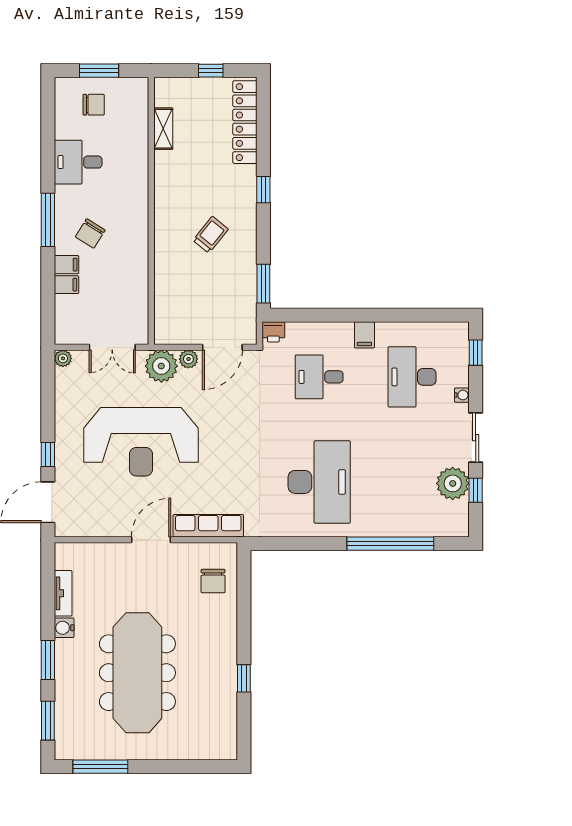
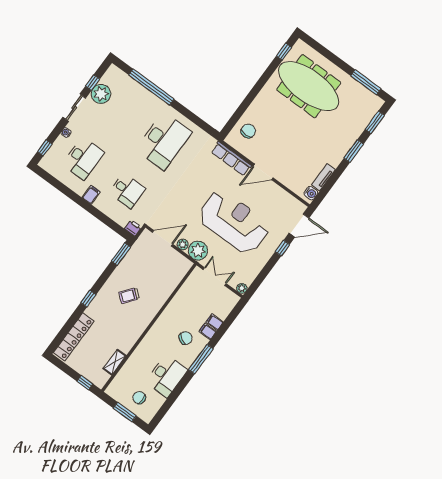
window: (211, 71) -> (85, 383), moved
desk: (78, 162) -> (166, 376), width x1.37
desk: (319, 482) -> (164, 141), turned 180
water cooler: (64, 628) -> (311, 193), moved
meeting table: (137, 673) -> (309, 86), moved, turned 90
window: (244, 678) -> (284, 52), moved

